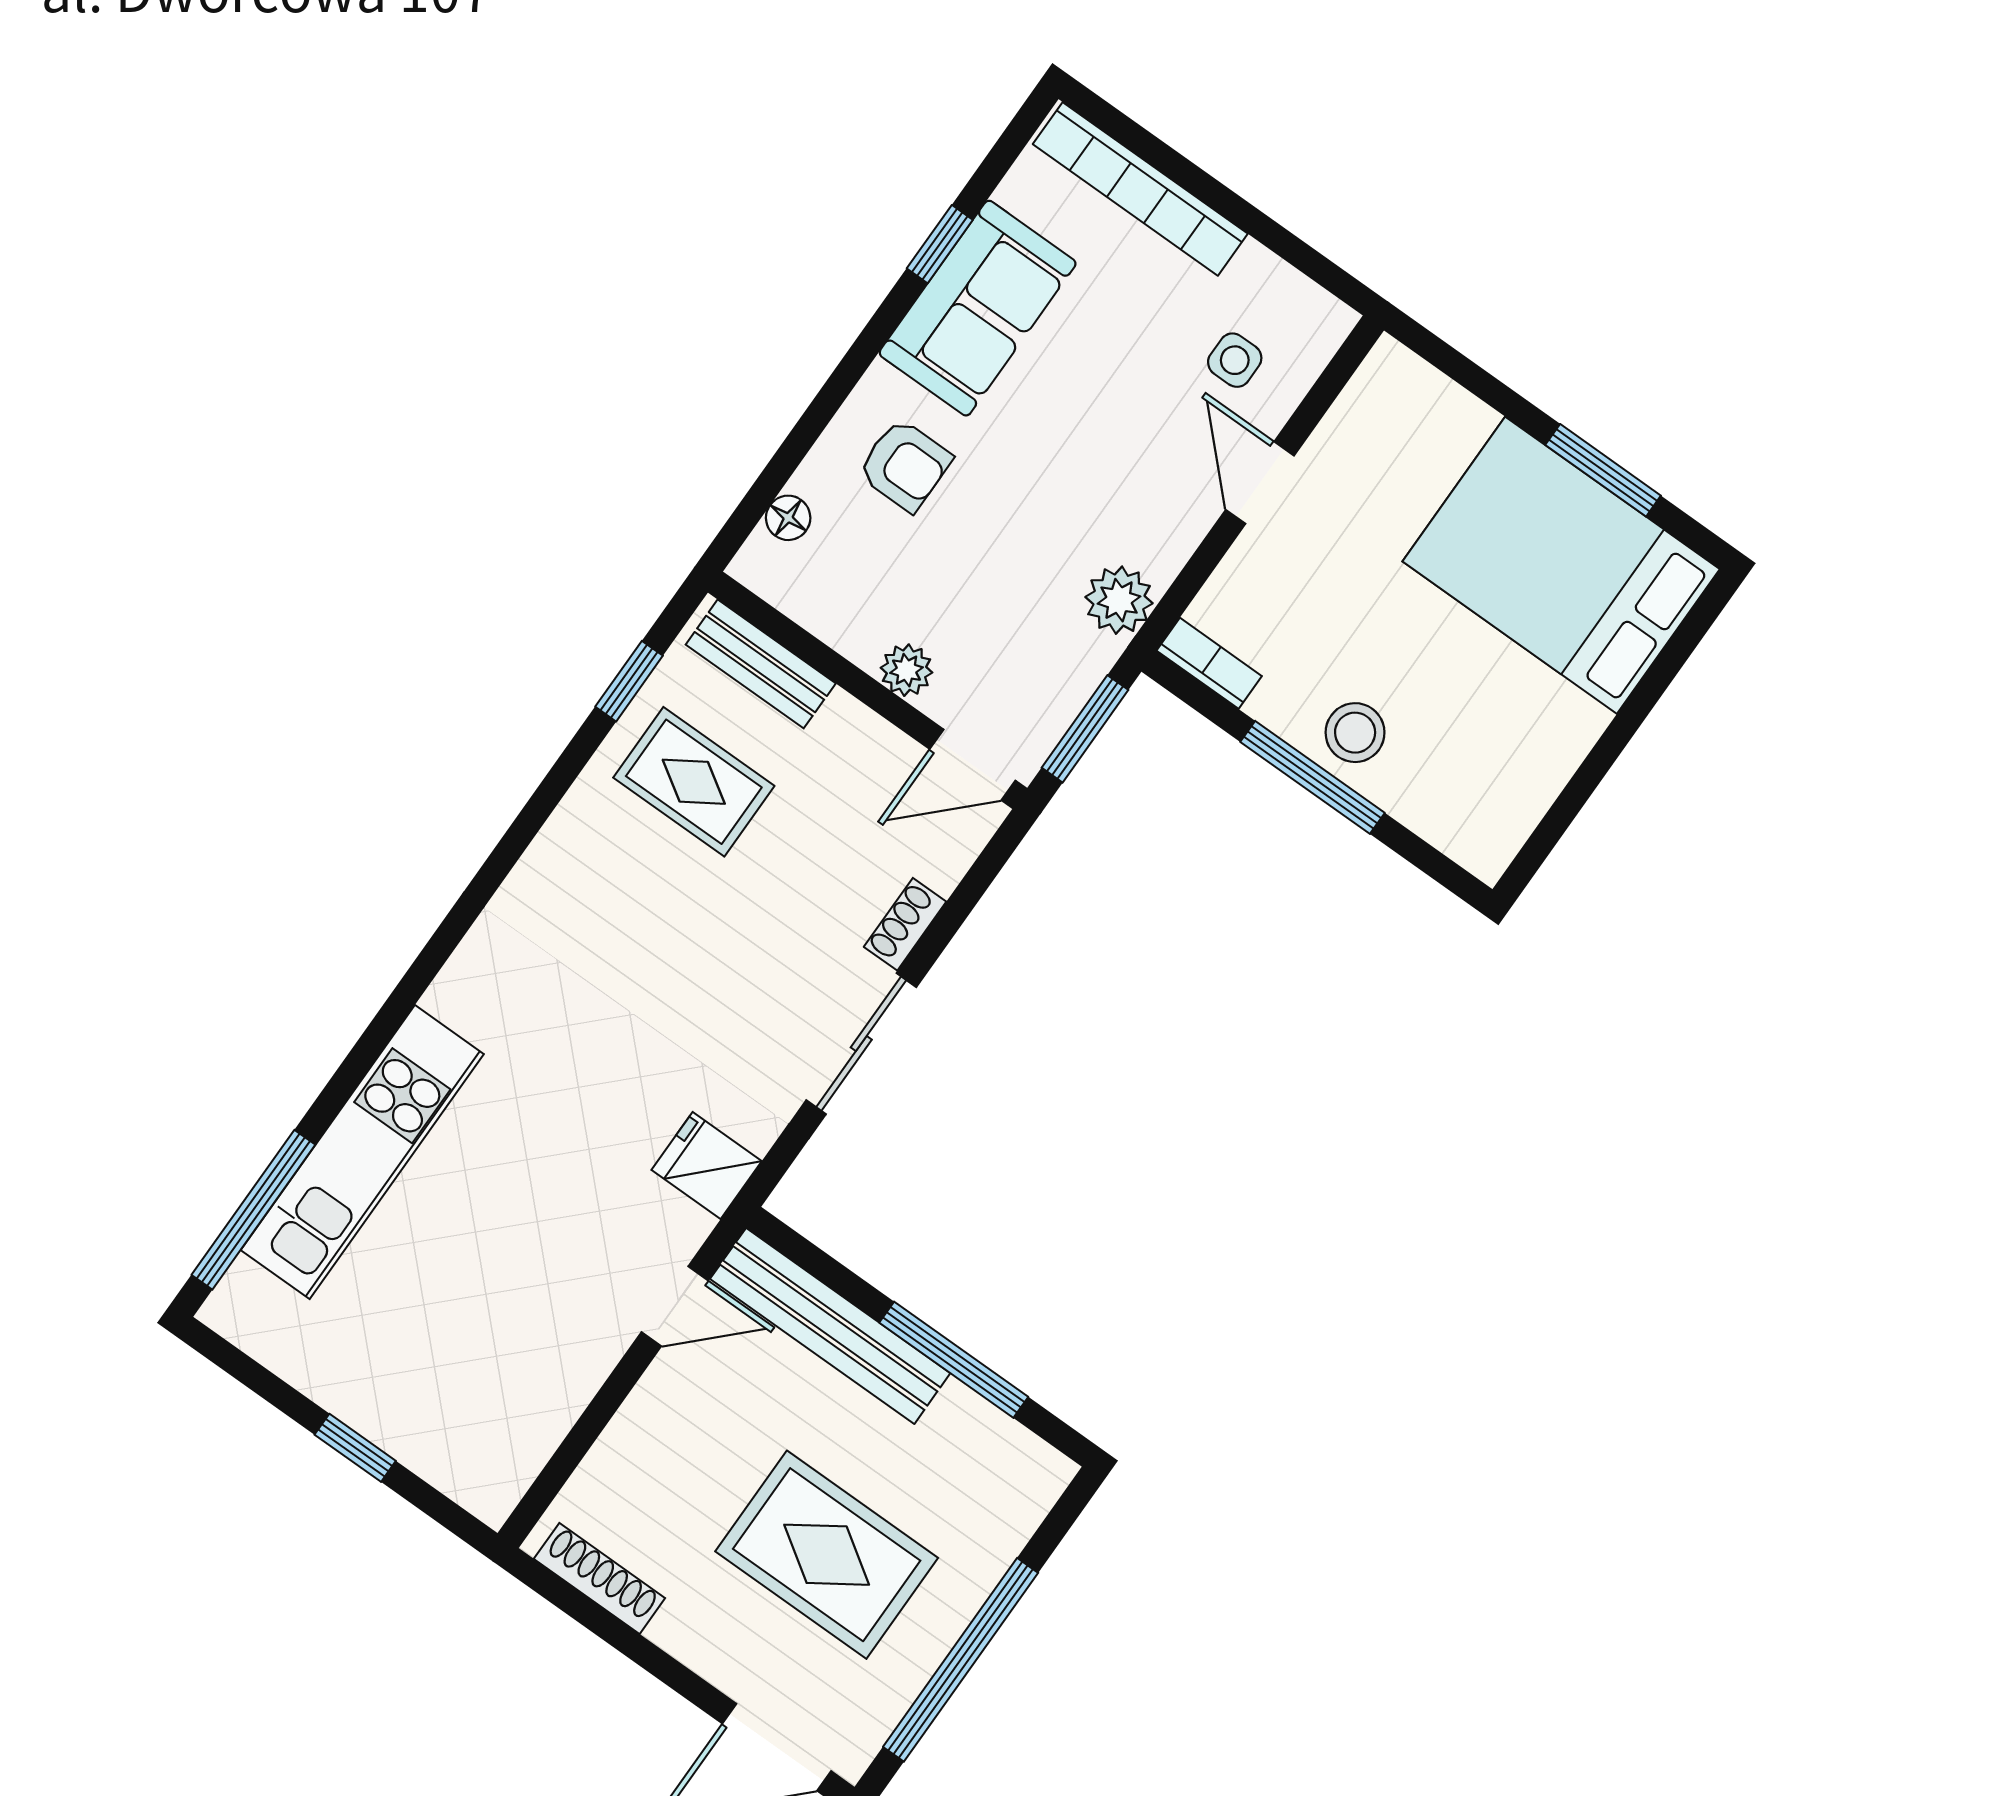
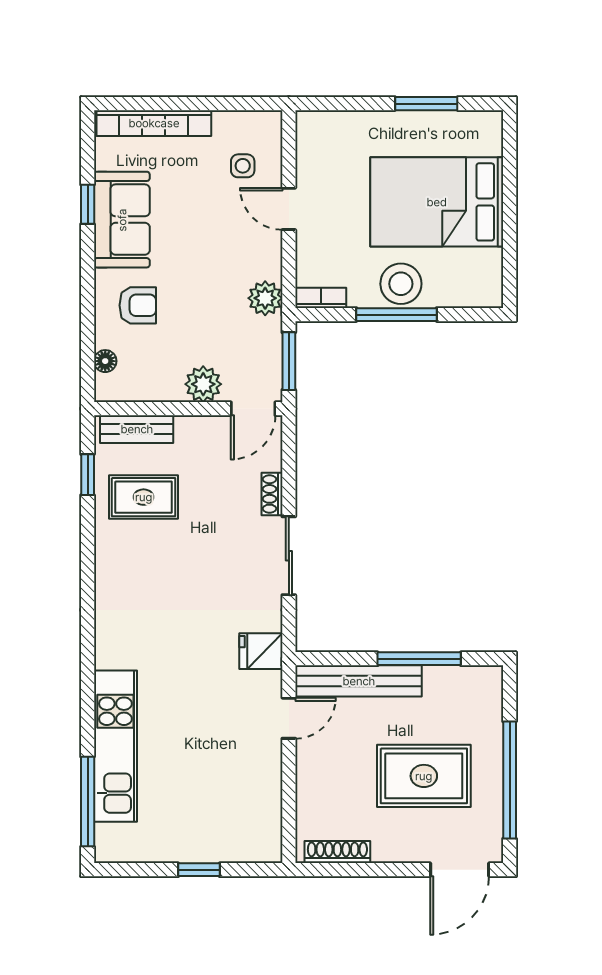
bed: (1561, 565) -> (437, 202), moved
plant: (907, 670) -> (203, 384), width x1.38, depth x1.38
stool: (1355, 733) -> (401, 284), width x1.38, depth x1.38

